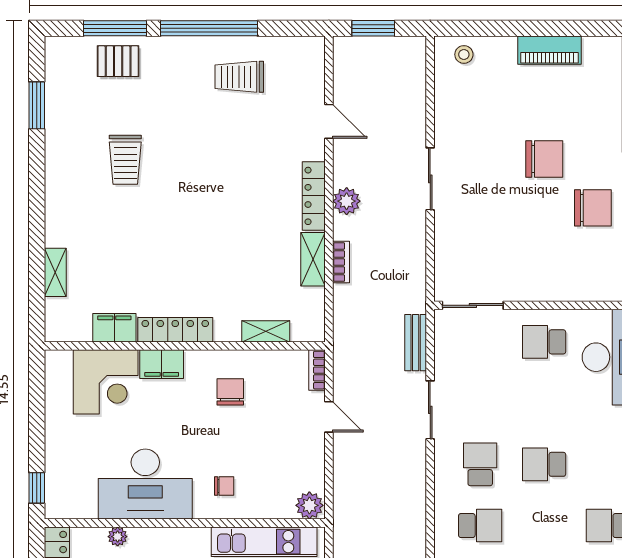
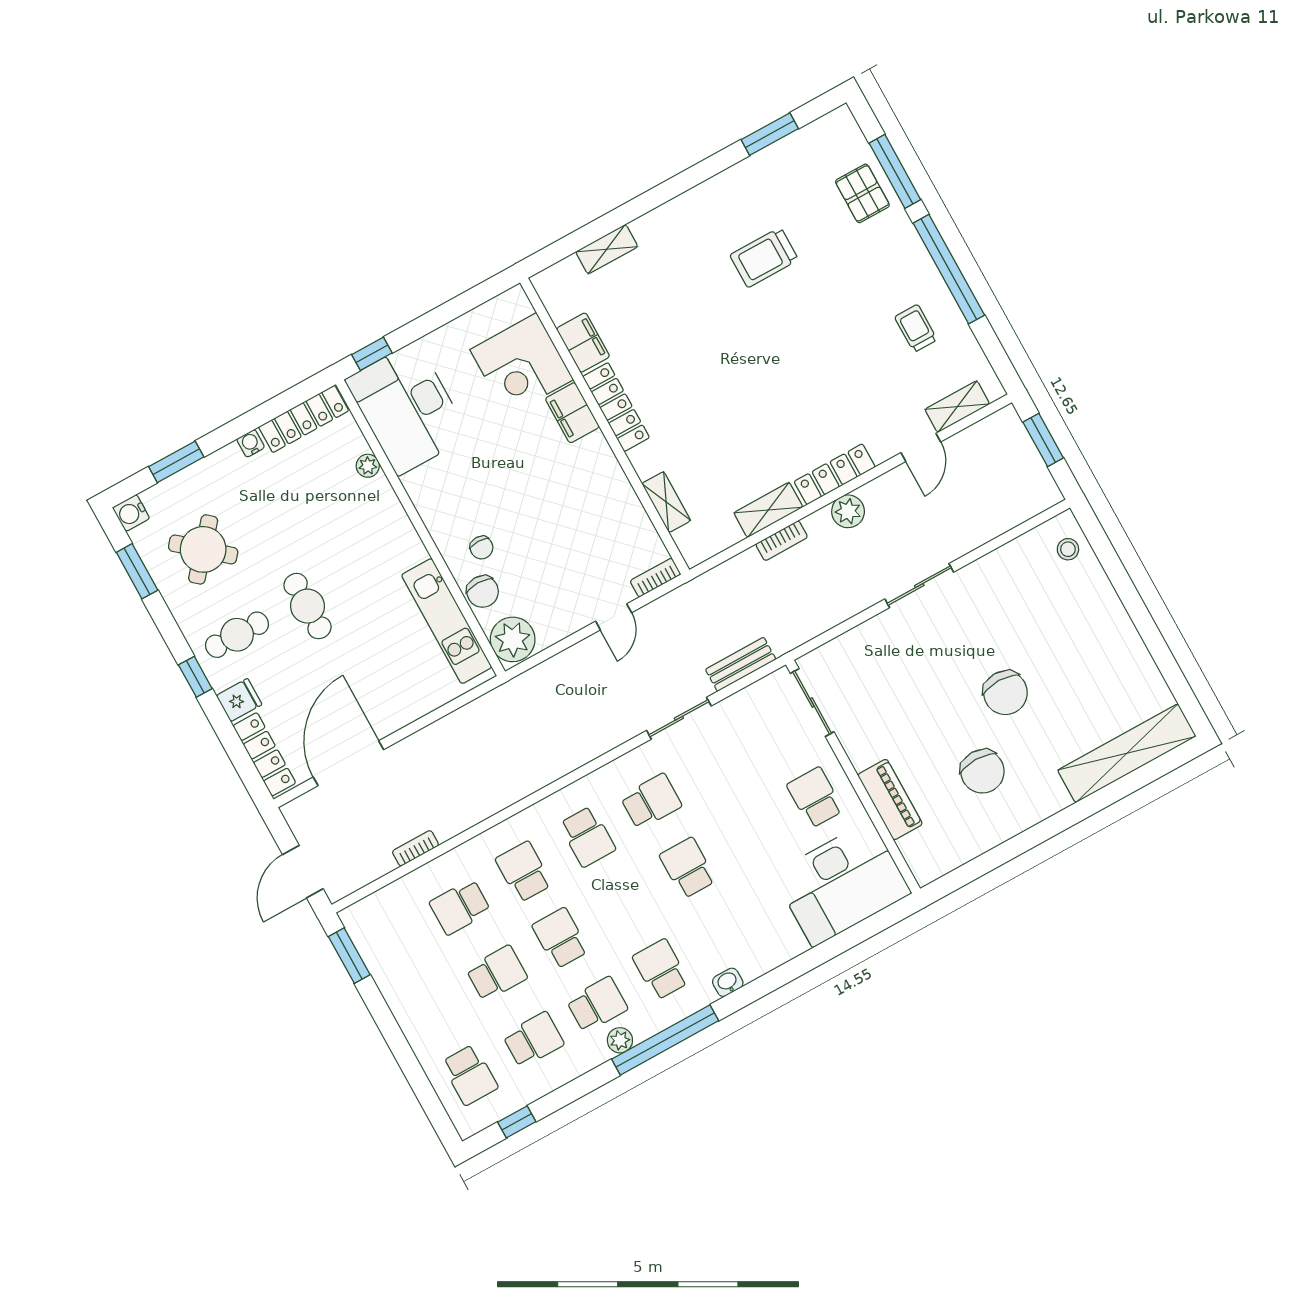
piano: (550, 50) -> (890, 799), moved, turned 180
trolley: (239, 77) -> (916, 328), width x0.73, depth x0.72
shelving: (314, 78) -> (957, 407), added
chair: (230, 392) -> (483, 592), moved, turned 90
desk: (145, 484) -> (407, 408), moved
plant: (309, 505) -> (513, 639), width x1.36, depth x1.36

